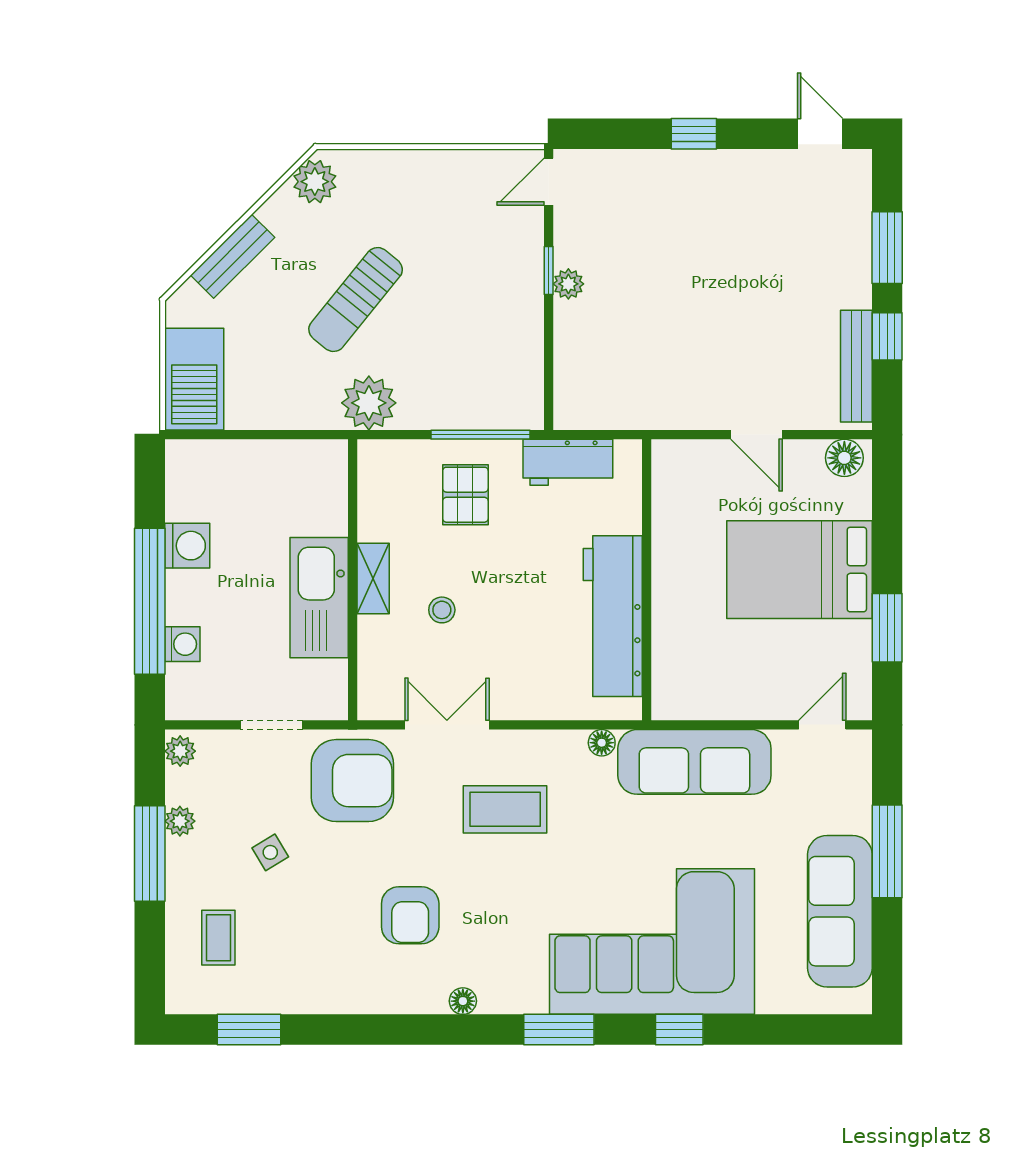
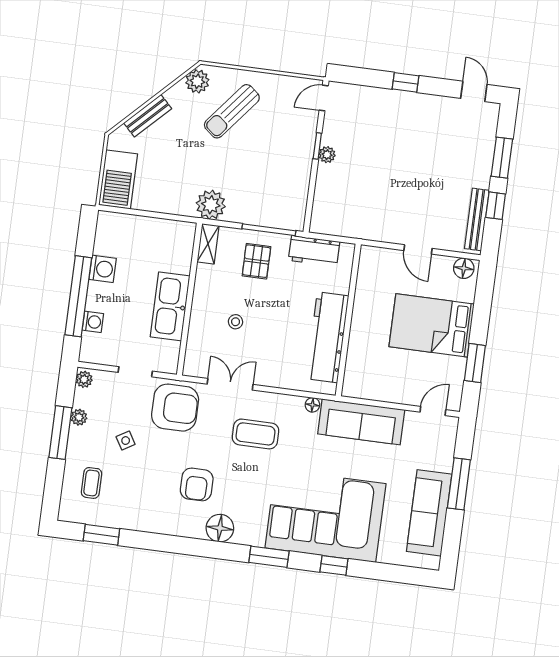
sun lounger: (356, 300) -> (232, 111), moved
shelving: (373, 578) -> (208, 244), moved
floor lamp: (463, 1001) -> (220, 528), width x1.89, depth x1.89

